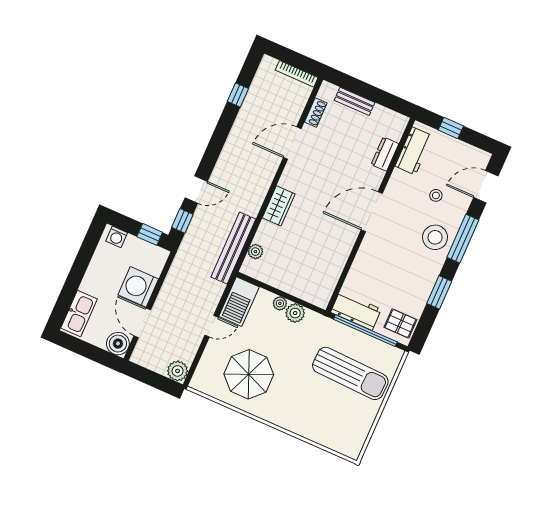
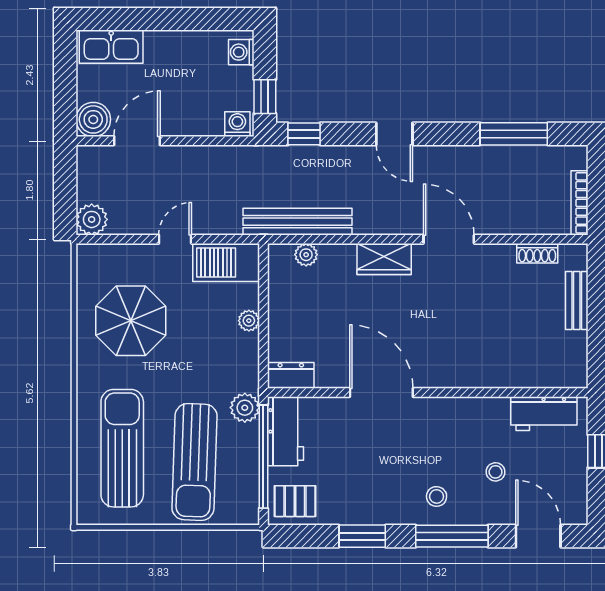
window: (238, 95) -> (514, 134), width x2.17
door: (292, 143) -> (449, 239), moved
dresser: (385, 154) -> (291, 375), moved
door: (196, 190) -> (394, 134), moved
door: (372, 212) -> (381, 392), moved
stool: (435, 237) -> (437, 496), width x0.53, depth x0.53
washing machine: (138, 287) -> (237, 124), moved, width x0.53, depth x0.53
plant: (295, 313) -> (245, 408), moved
pallet: (400, 323) -> (295, 501), turned 90
door: (211, 326) -> (175, 239), swing flipped
sun lounger: (323, 413) -> (122, 448), added

